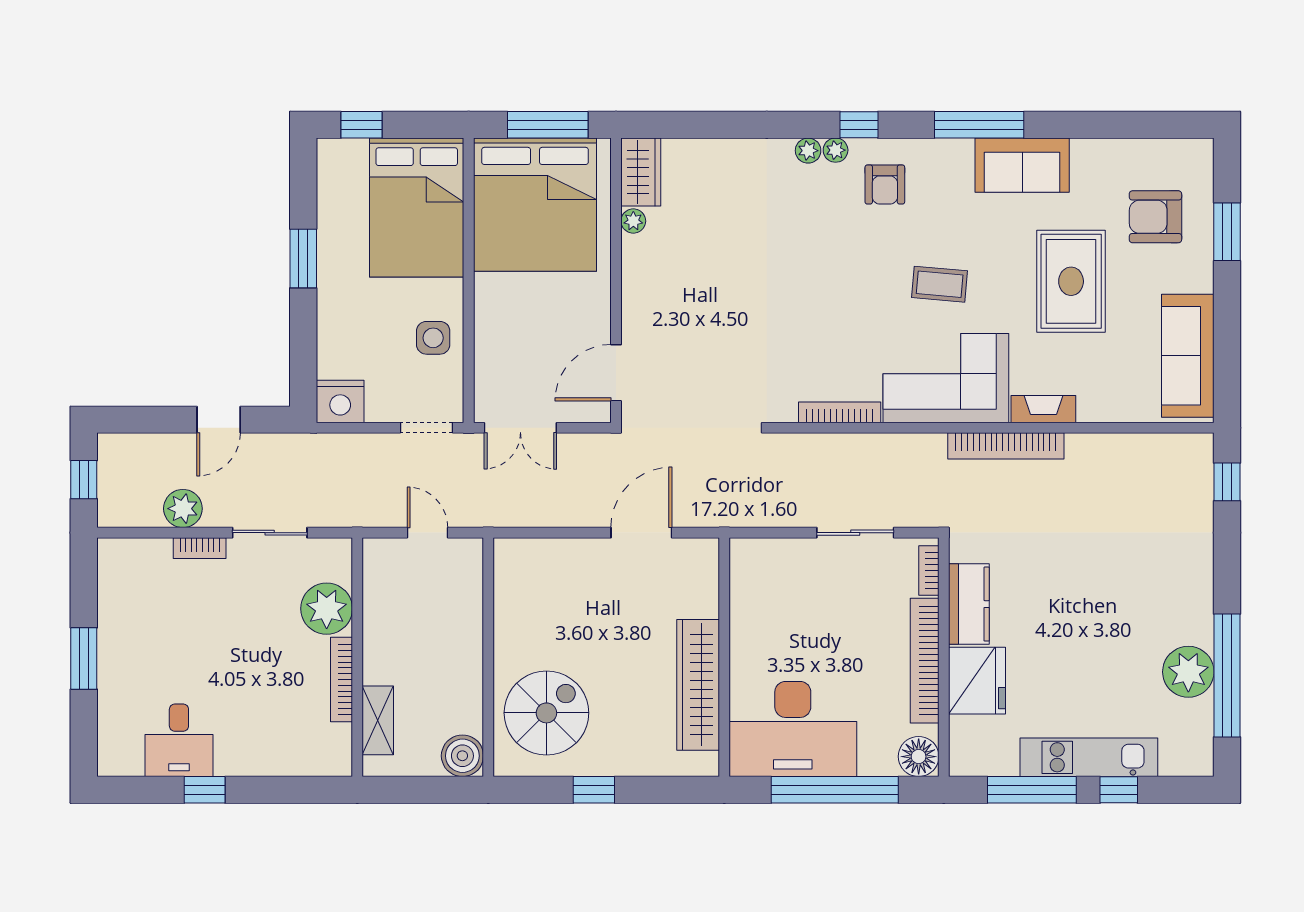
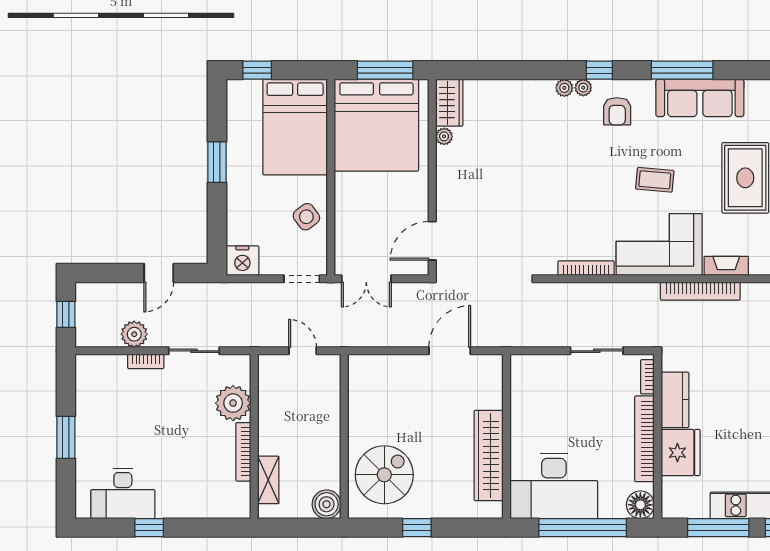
sofa: (1022, 165) -> (700, 98), width x1.36
side table: (433, 338) -> (306, 217), turned -37
desk: (179, 740) -> (123, 494), width x1.37

